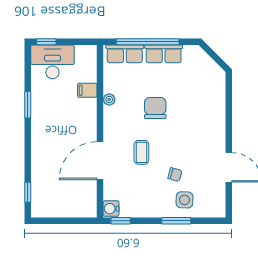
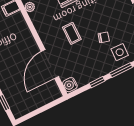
door: (100, 161) -> (50, 64), moved
window: (121, 221) -> (97, 82), moved

